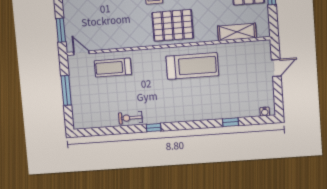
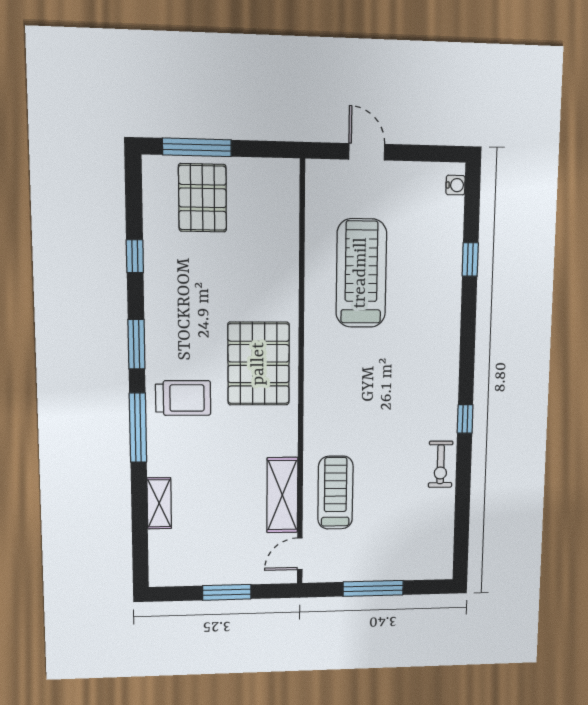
window: (61, 30) -> (227, 592), moved
shelving: (237, 32) -> (282, 495), moved
treadmill: (192, 66) -> (361, 273), moved
treadmill: (113, 68) -> (335, 493), turned 180

